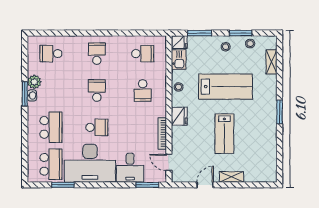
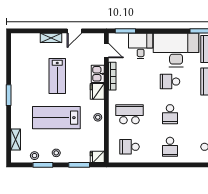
kitchen sink: (179, 60) -> (98, 74), moved
school desk: (143, 91) -> (129, 114), width x1.85
lab bench: (224, 134) -> (57, 76), turned 180

